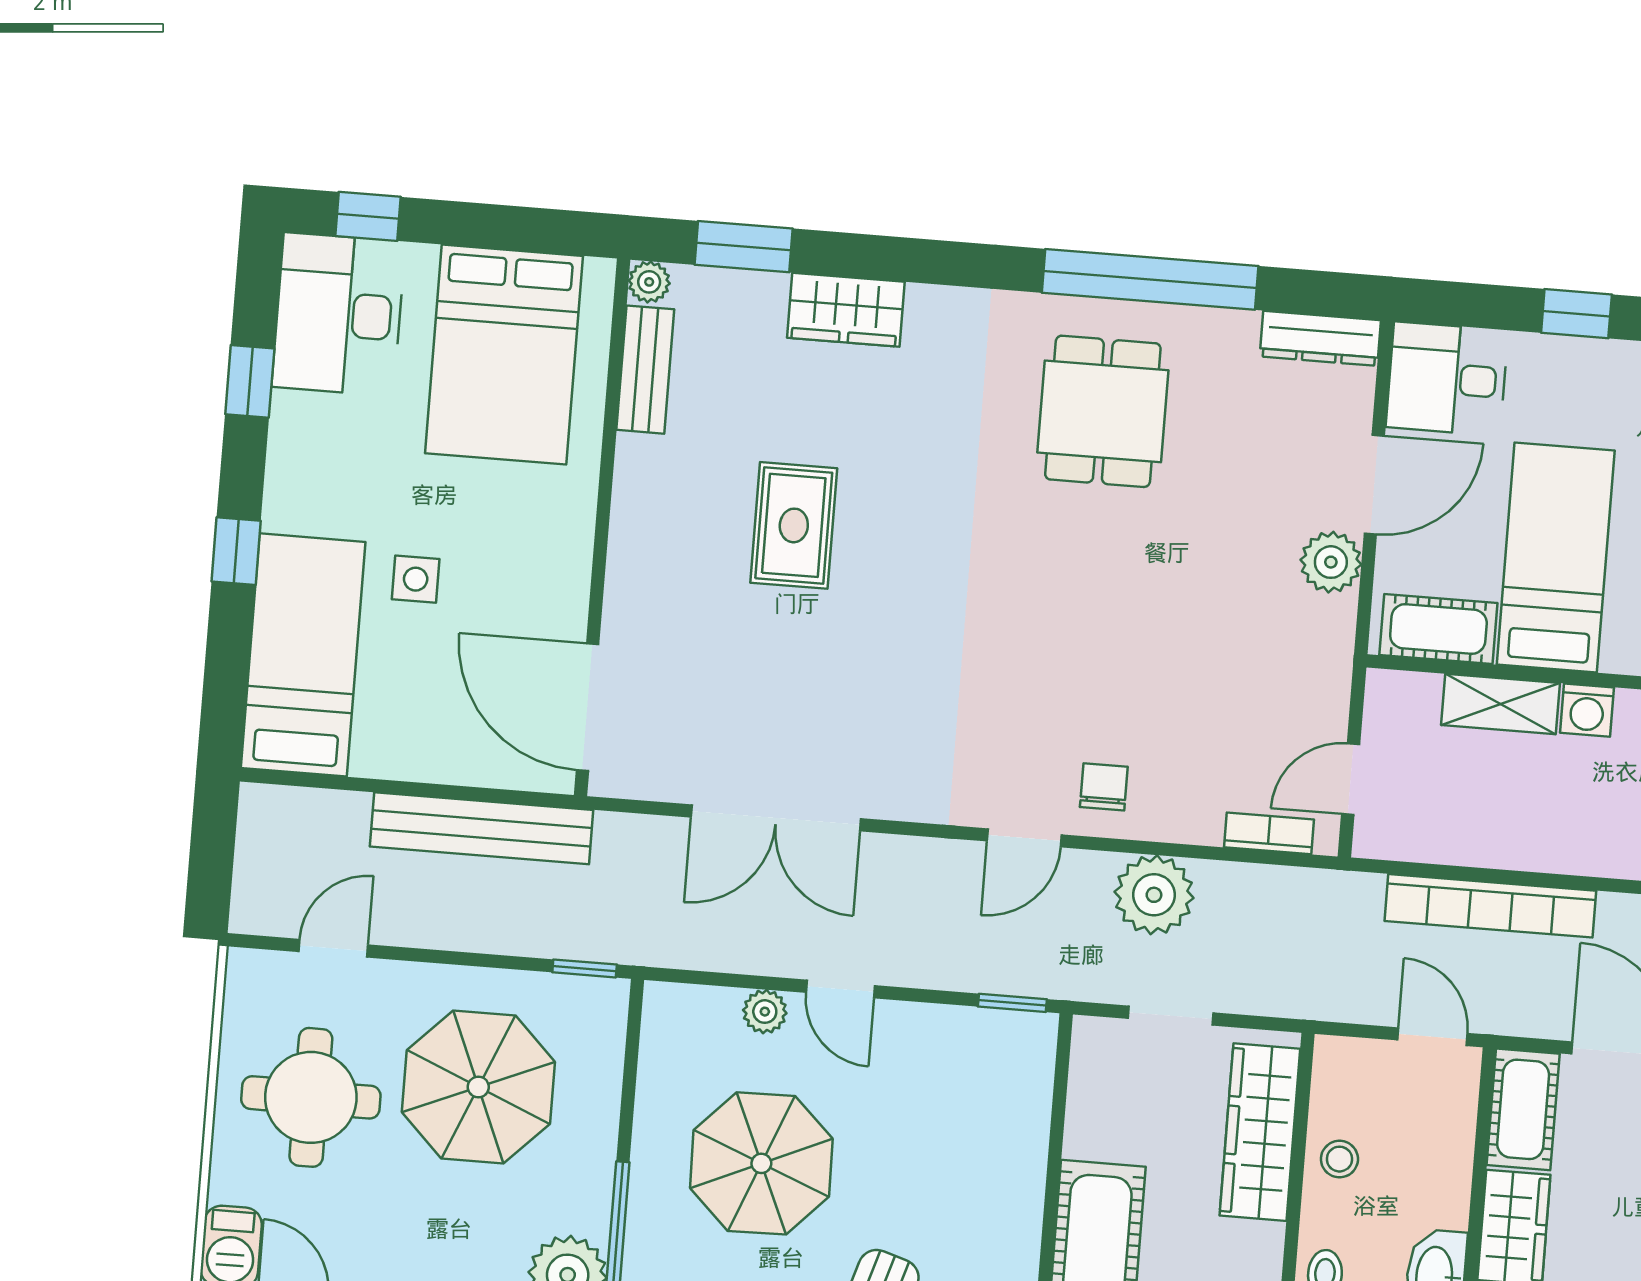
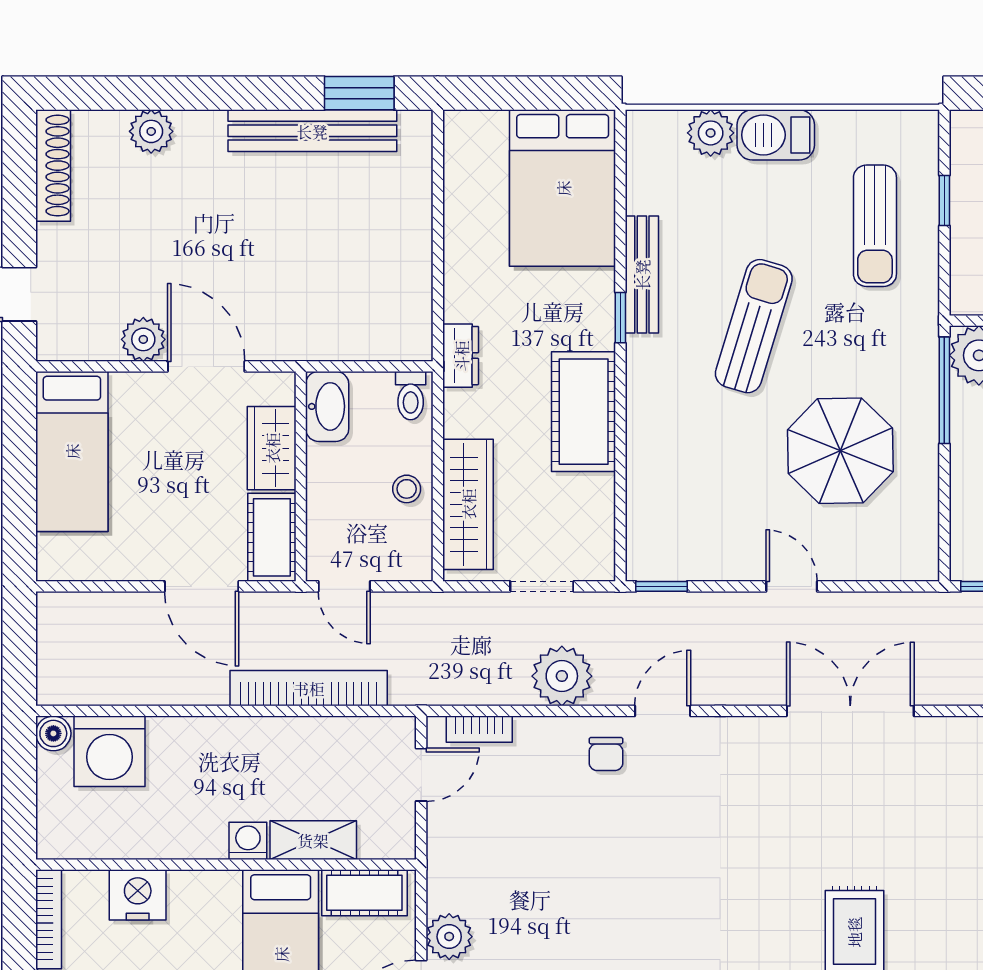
plant: (765, 1012) -> (847, 565), removed

